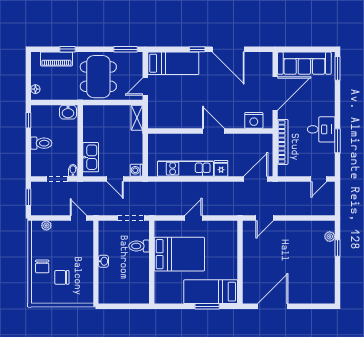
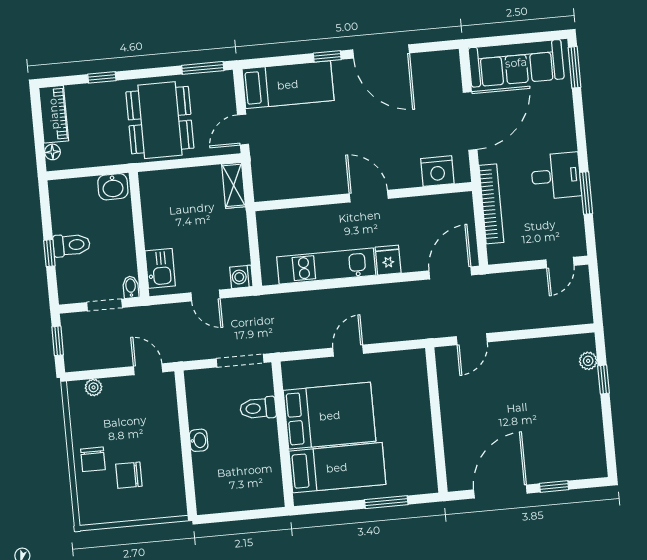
piano: (56, 59) -> (54, 114), moved, turned -90
window: (28, 120) -> (49, 253), moved
kitchen sink: (91, 157) -> (160, 268), width x0.73
bed: (211, 292) -> (337, 468), moved, turned 180
window: (304, 306) -> (554, 486), added

